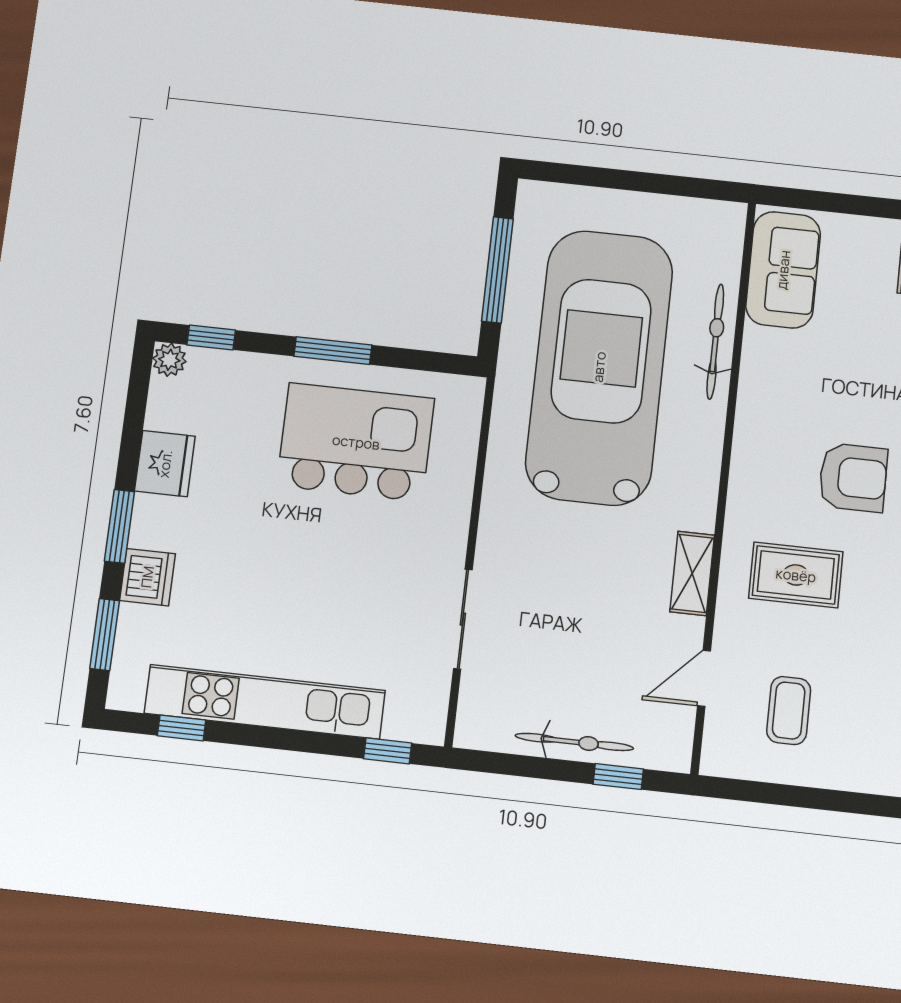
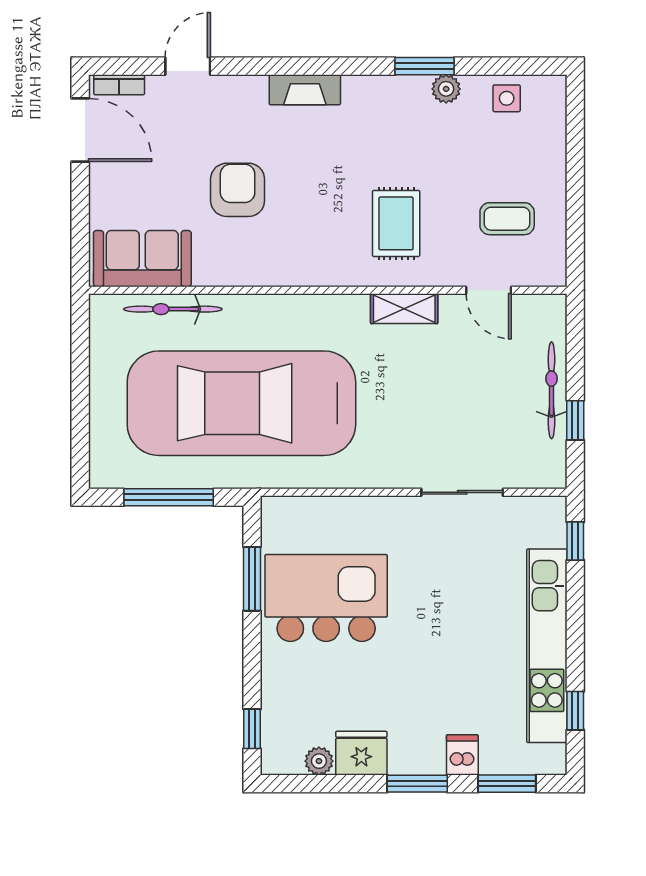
bicycle: (715, 342) -> (173, 309), moved
window: (333, 351) -> (252, 579), moved
plant: (169, 360) -> (319, 761), moved
kitchen island: (356, 442) -> (326, 598), turned 90
armchair: (853, 477) -> (238, 190), moved
dishwasher: (147, 577) -> (462, 755), width x0.73
window: (618, 777) -> (575, 420), moved

